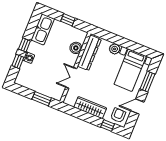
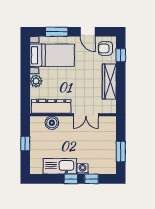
kitchen sink: (43, 29) -> (60, 166), moved
window: (42, 99) -> (121, 151), moved

